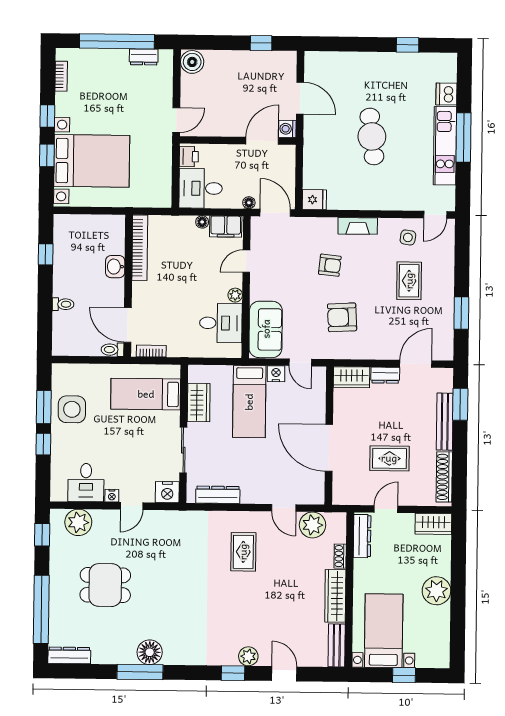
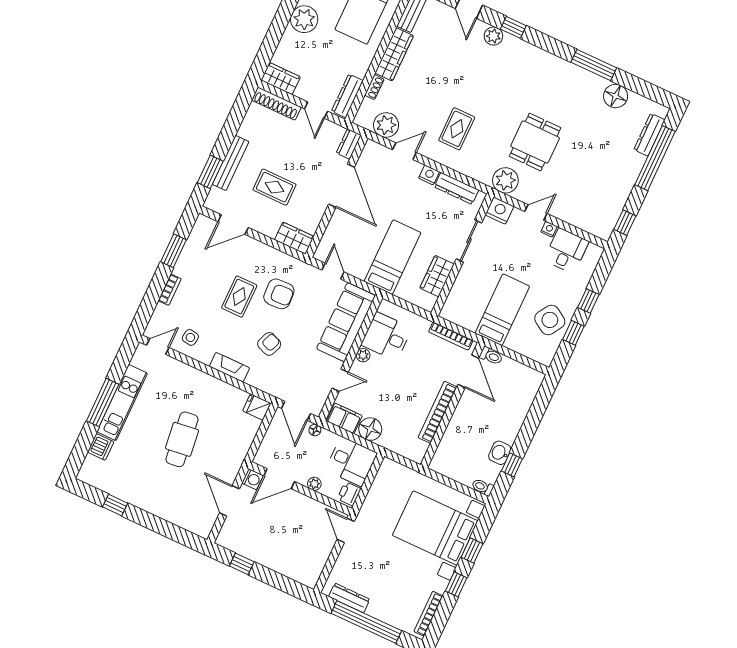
dresser: (144, 57) -> (349, 598), width x1.44
boiler: (192, 62) -> (309, 575), removed
bookcase: (61, 76) -> (428, 614), width x1.56
door: (176, 120) -> (346, 530), hinge flipped
plant: (226, 151) -> (314, 484), added
floor lamp: (202, 222) -> (370, 429), width x1.89, depth x1.89
bookcase: (140, 248) -> (437, 412), moved
armchair: (330, 265) -> (269, 344), turned 105
washbasin: (115, 267) -> (500, 453), moved, turned 180
bookcase: (448, 274) -> (170, 290), added
rug: (409, 281) -> (239, 297), moved
toilet: (63, 304) -> (483, 487), moved
sofa: (266, 329) -> (346, 322), width x1.36
bookcase: (151, 351) -> (451, 336), width x1.56
nightstand: (276, 374) -> (429, 175), moved, turned 180
dresser: (385, 375) -> (349, 144), moved, turned -90
bed: (146, 394) -> (502, 310), moved, turned -90
window: (44, 407) -> (573, 333), width x0.67
side table: (72, 409) -> (550, 320), turned 32
rug: (389, 458) -> (274, 187), moved
shoe rack: (444, 477) -> (276, 104), moved, turned 90
door: (284, 508) -> (404, 151), hinge flipped
door: (386, 509) -> (316, 110), hinge flipped
plant: (78, 522) -> (505, 180), moved
dining table: (105, 585) -> (535, 142), moved, turned 90
floor lamp: (150, 652) -> (616, 96), moved
dresser: (69, 655) -> (649, 135), moved, turned 90

